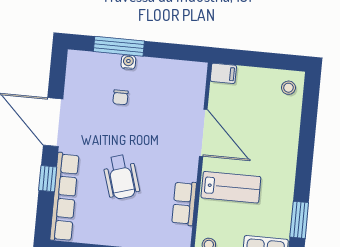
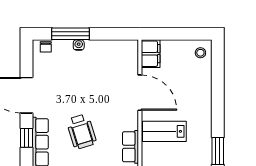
filing cabinet: (223, 73) -> (151, 54), width x2.00
chair: (121, 97) -> (46, 47), moved
lab bench: (231, 187) -> (164, 131), turned 180

